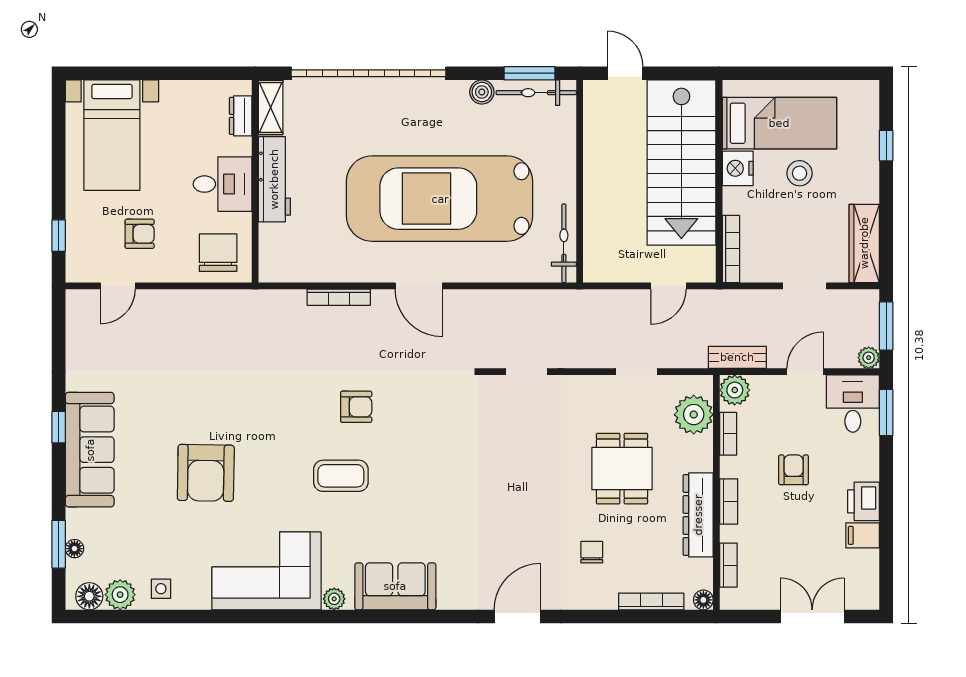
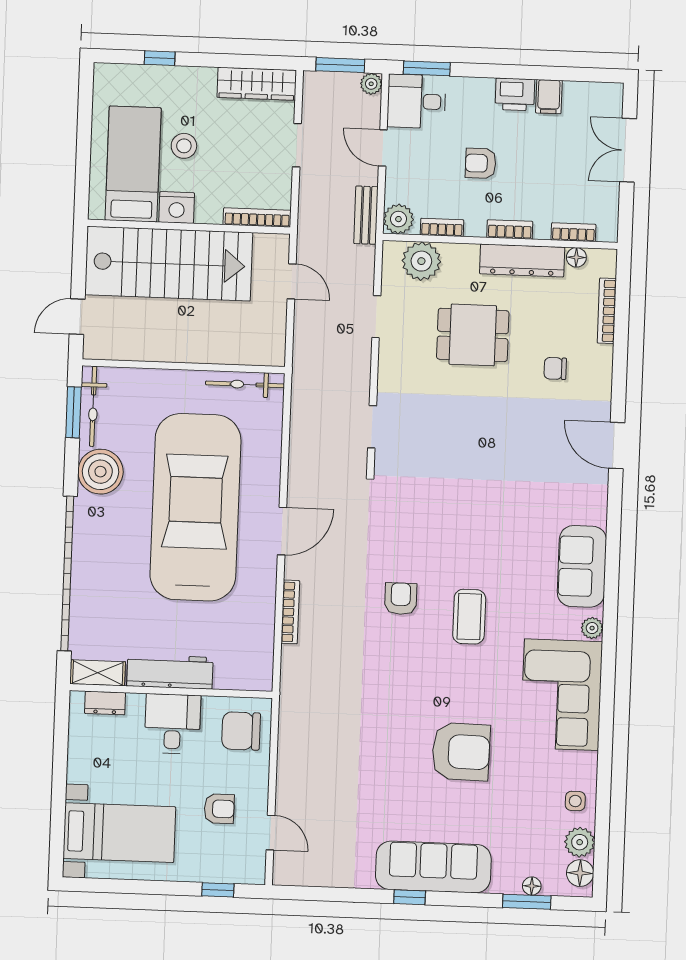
boiler: (482, 92) -> (100, 472), width x1.86, depth x1.86
car: (440, 199) -> (195, 507), turned 180
armchair: (140, 234) -> (219, 809), turned 90
floor lamp: (703, 600) -> (576, 257), moved

